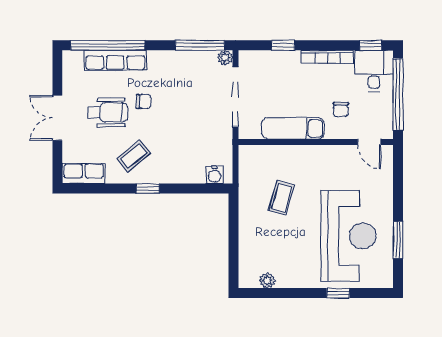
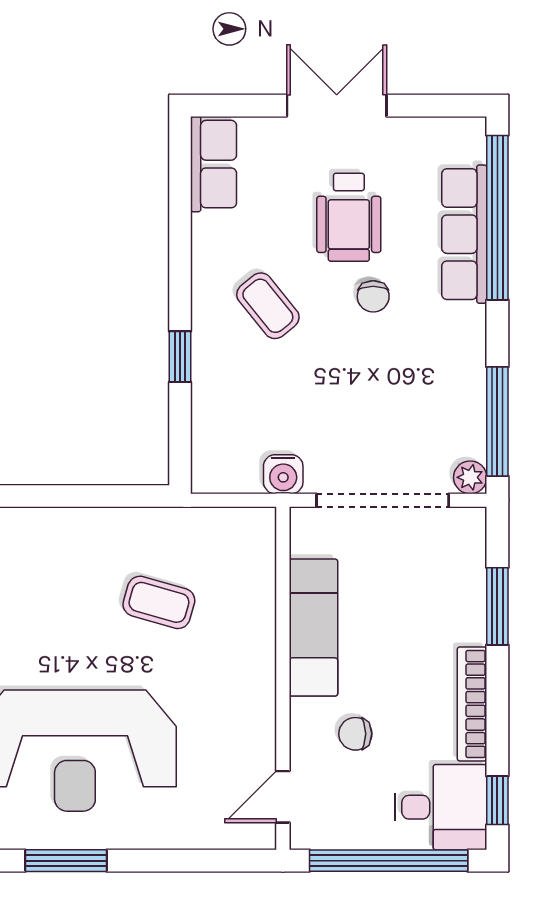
window: (283, 45) -> (497, 606), width x1.50
coffee table: (134, 156) -> (268, 306), moved
water cooler: (214, 175) -> (283, 474), moved, turned -90
window: (148, 189) -> (180, 357), moved

